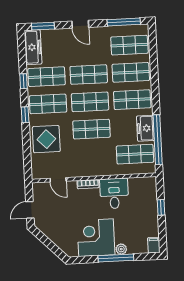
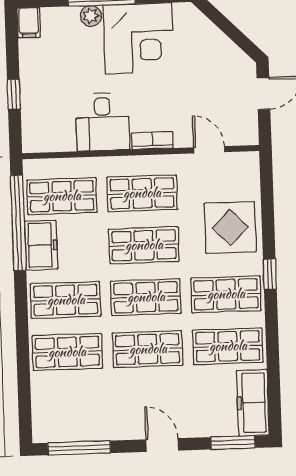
shop shelf: (129, 45) -> (142, 193), moved
window: (23, 81) -> (272, 338), removed

